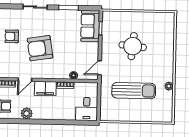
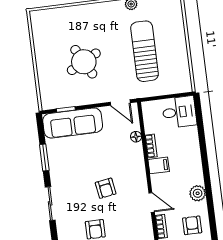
sofa: (90, 26) -> (73, 123), width x1.36
round table: (133, 46) -> (84, 62), turned -34
armchair: (40, 48) -> (106, 188), width x0.53, depth x0.53
filing cabinet: (45, 88) -> (159, 165), width x0.50

